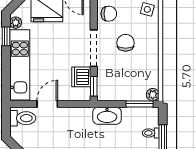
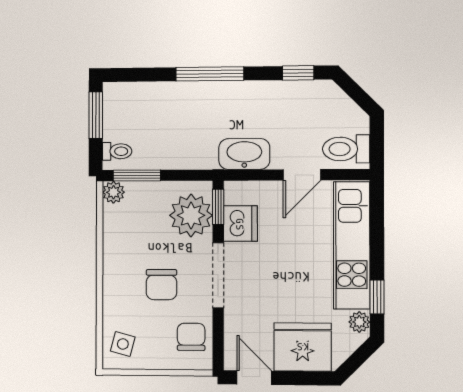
chair: (109, 14) -> (191, 337), turned 90
plant: (109, 81) -> (191, 215), added
washbasin: (107, 116) -> (244, 154), moved
toilet: (151, 133) -> (117, 151), moved

